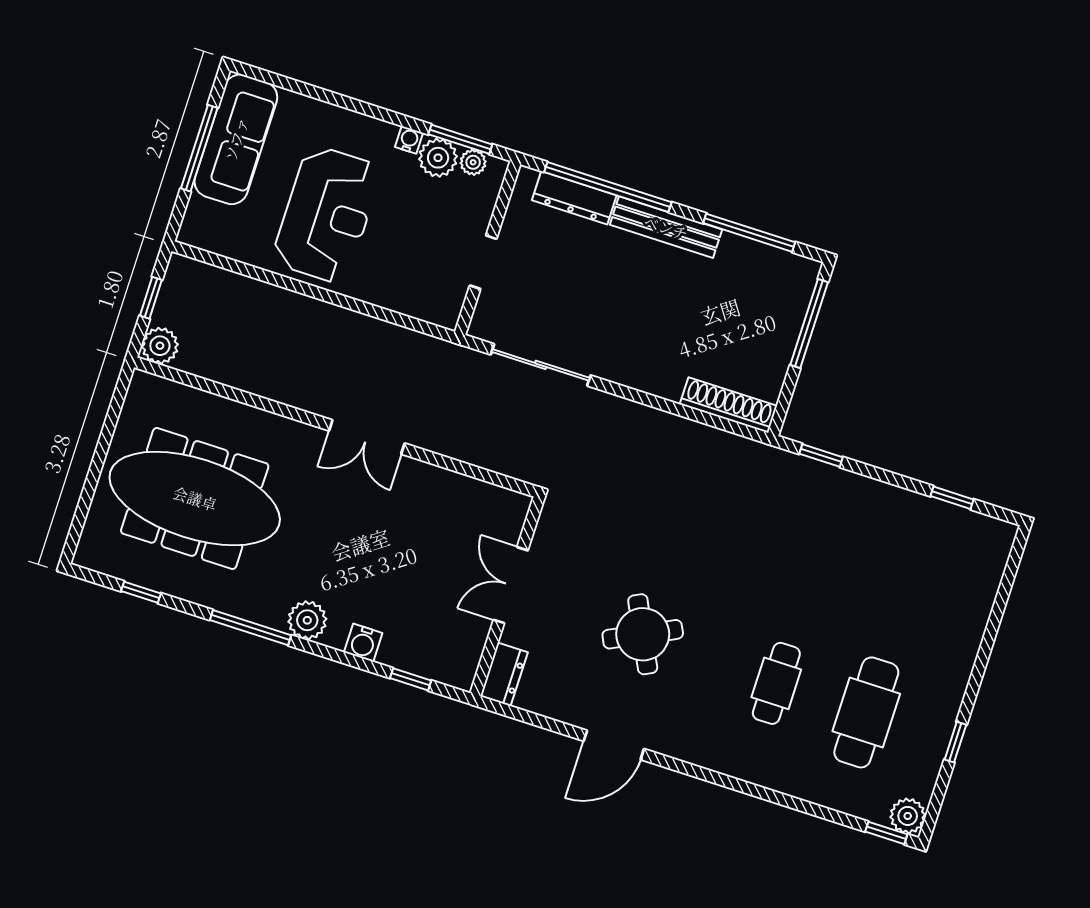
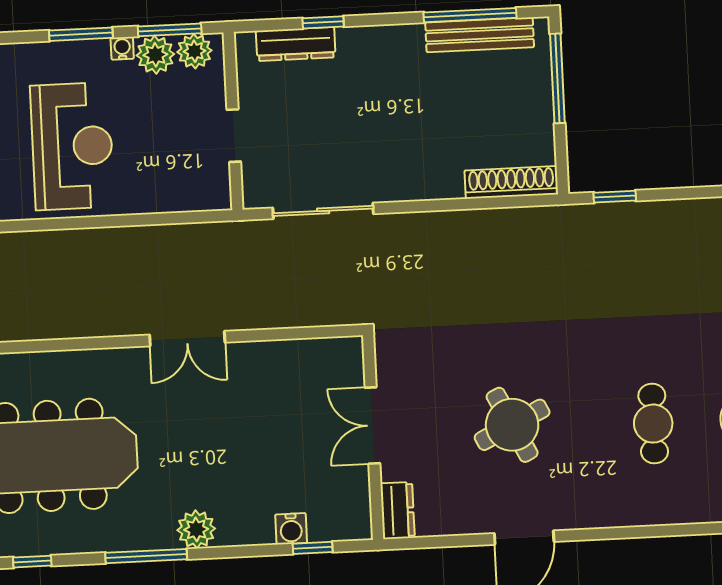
window: (375, 112) -> (81, 34), added
plant: (473, 162) -> (194, 51), width x1.38, depth x1.38
window: (608, 187) -> (323, 22), width x0.32
bench: (666, 227) -> (480, 35), moved
water cooler: (363, 643) -> (291, 529), moved

